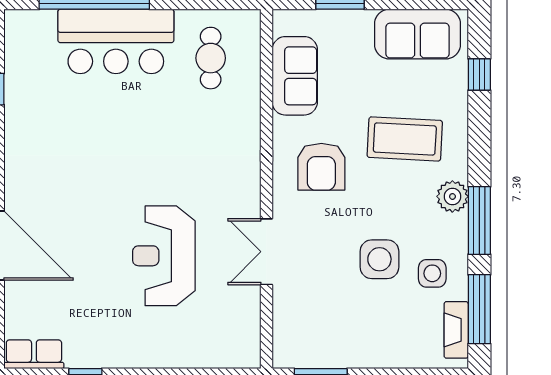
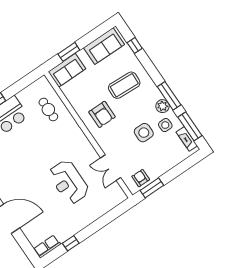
cafe table: (211, 58) -> (48, 109), moved
sofa: (295, 76) -> (67, 70), moved, turned 90
plant: (452, 196) -> (163, 106), moved
double door: (266, 252) -> (111, 168), moved
armchair: (312, 345) -> (141, 178), added

